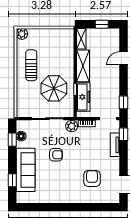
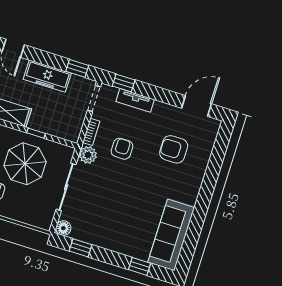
freezer: (83, 97) -> (47, 76), moved, turned 180
floor lamp: (21, 136) -> (63, 228), moved
armchair: (56, 155) -> (122, 149), moved
sofa: (26, 170) -> (171, 235), moved, turned -90

